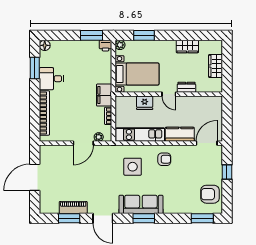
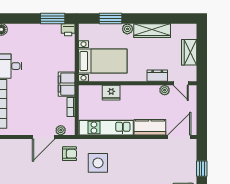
plant: (120, 45) -> (127, 29), moved
wardrobe: (187, 46) -> (152, 31), width x1.50
door: (169, 94) -> (181, 83), moved
plant: (193, 101) -> (165, 90), added
armchair: (164, 159) -> (70, 154), moved

